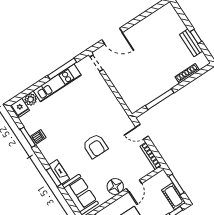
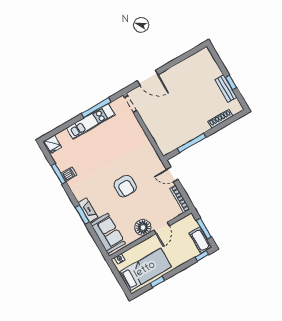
plant: (31, 99) -> (63, 136), removed

